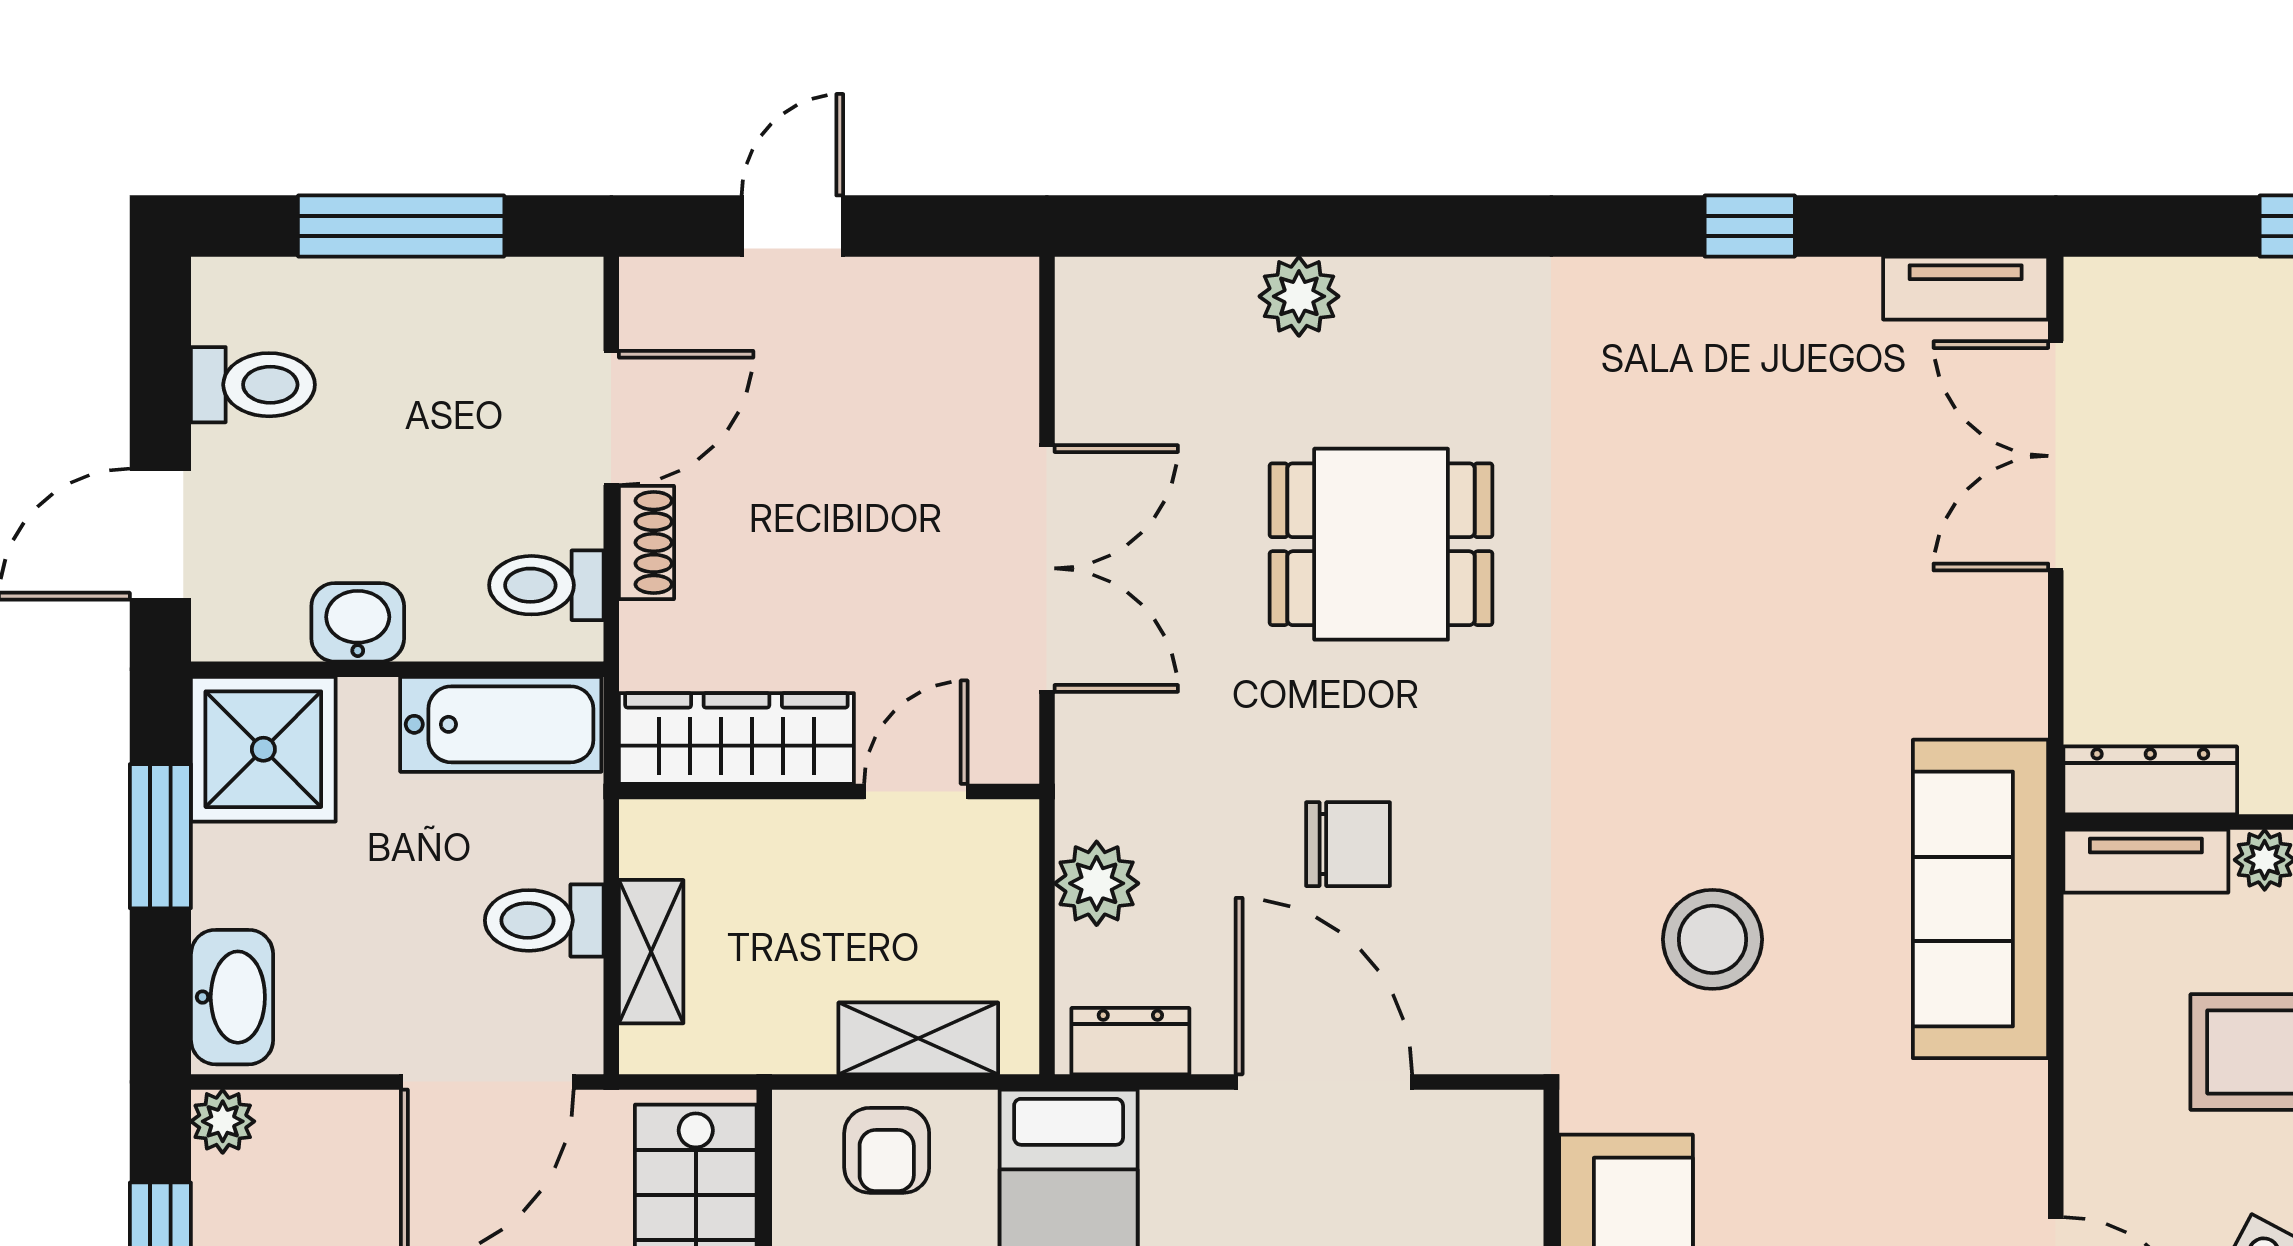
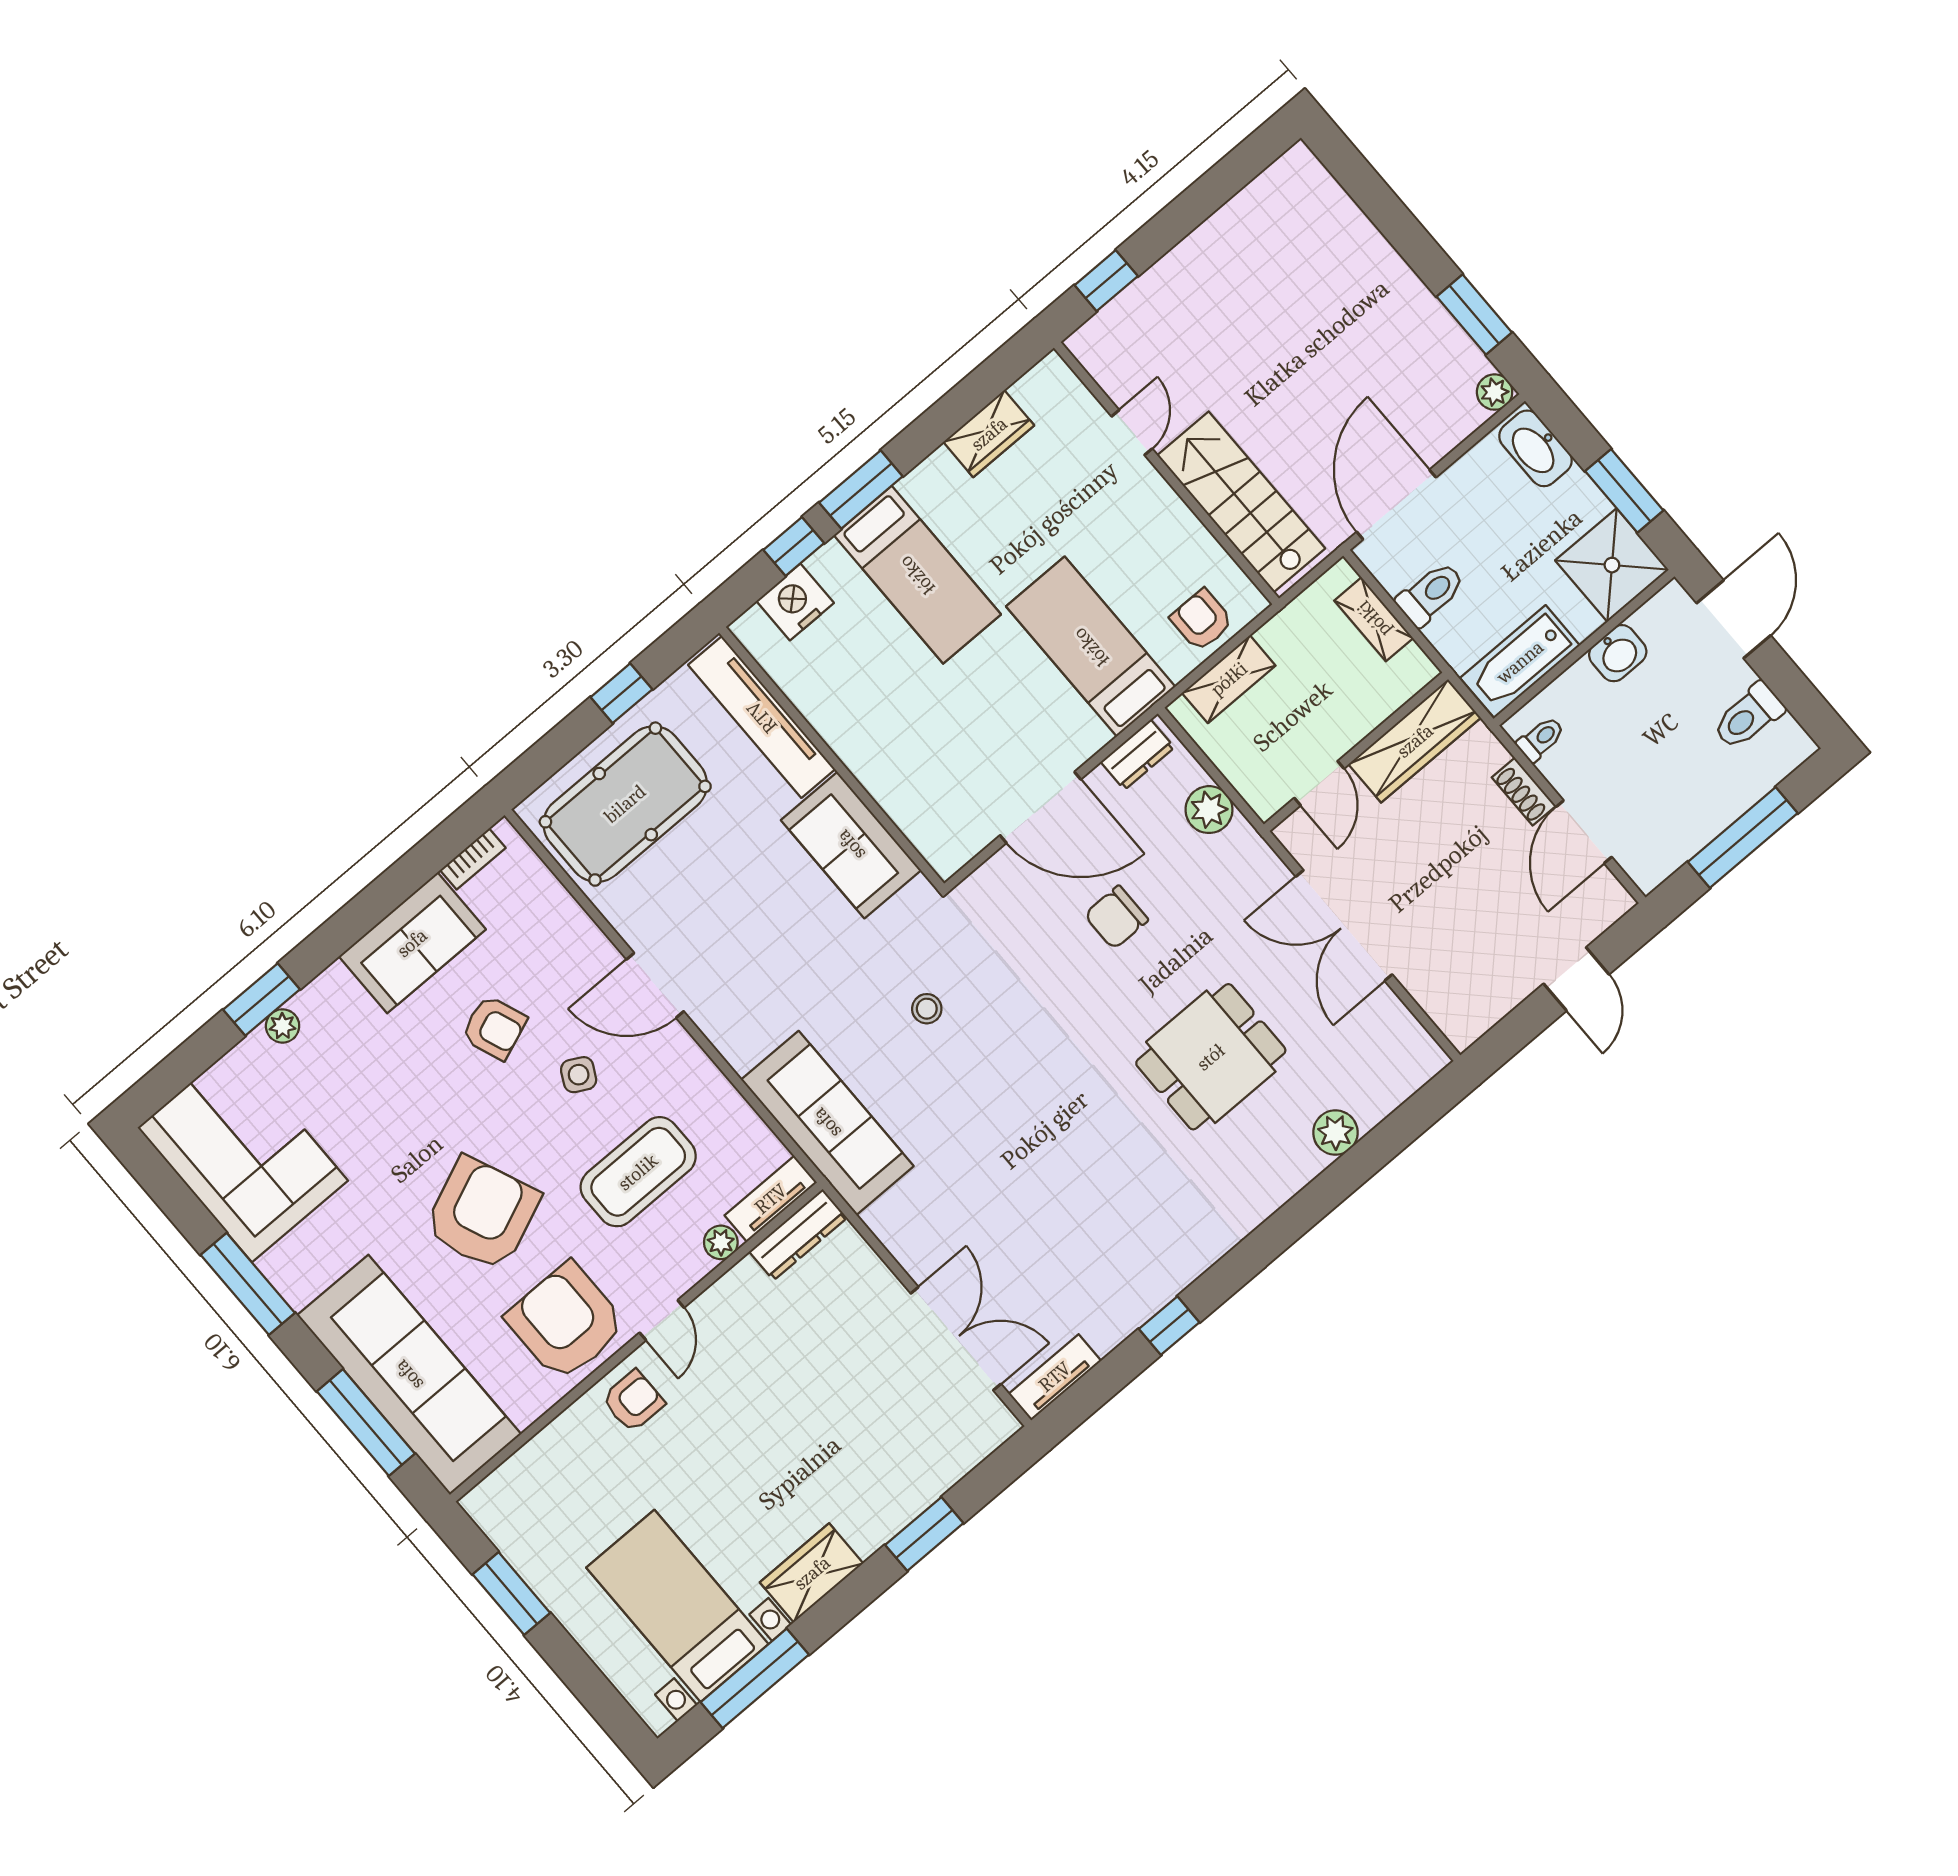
toilet: (546, 585) -> (1541, 739), width x0.73, depth x0.72
stool: (1712, 939) -> (927, 1009), width x0.53, depth x0.53

